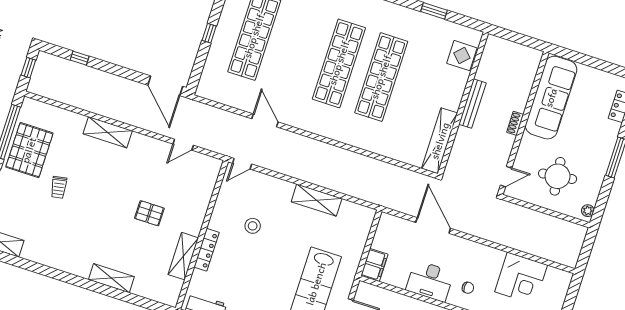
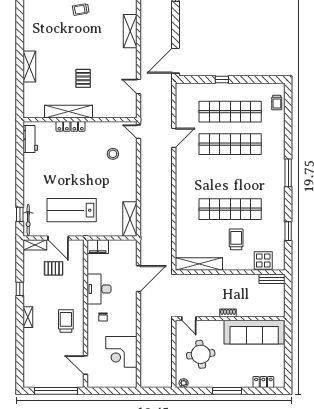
shop shelf: (339, 63) -> (230, 144), moved
trolley: (423, 82) -> (236, 239), added
bench: (473, 104) -> (272, 279), moved, width x0.73
shelving: (317, 200) -> (130, 219), moved
stool: (253, 226) -> (113, 154), moved
shelving: (183, 256) -> (68, 112), width x1.47

